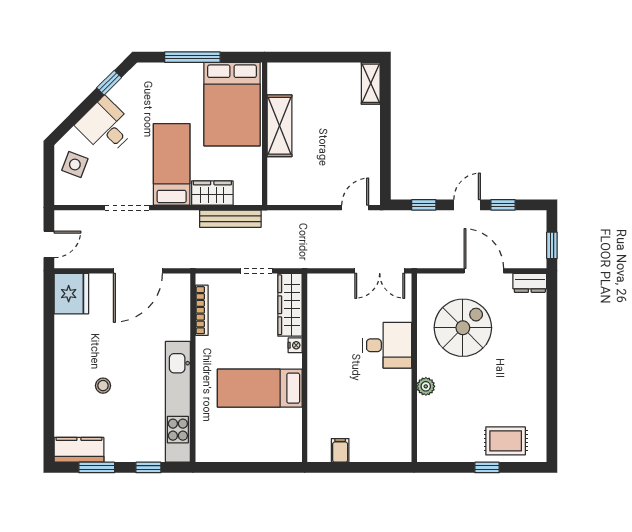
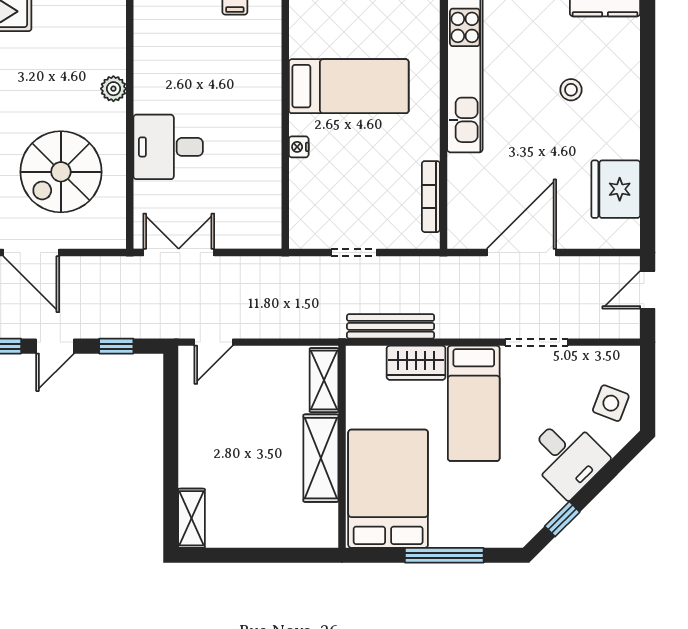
shelving: (277, 181) -> (324, 380), added
fridge: (71, 294) -> (616, 189), moved
wardrobe: (290, 305) -> (306, 204), removed

